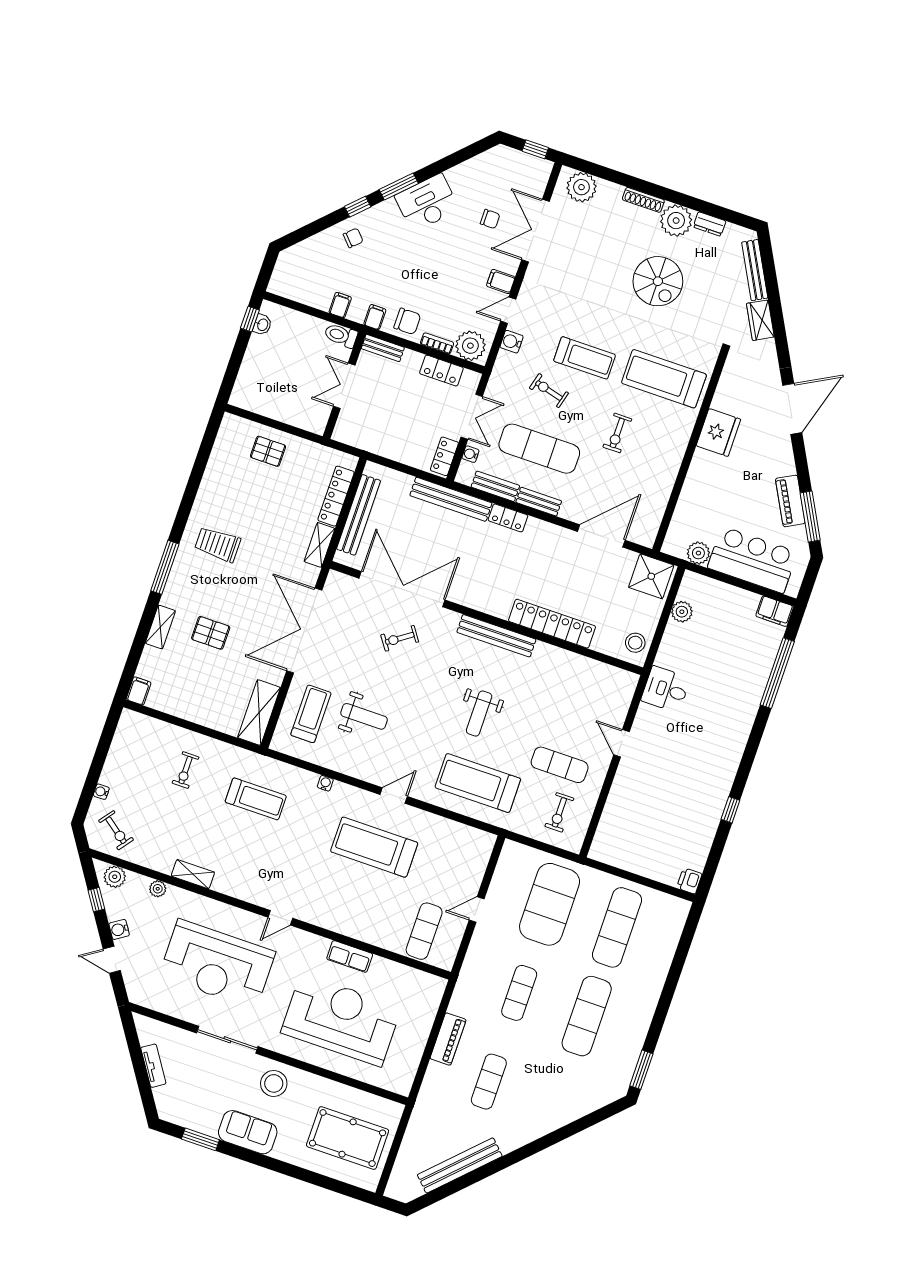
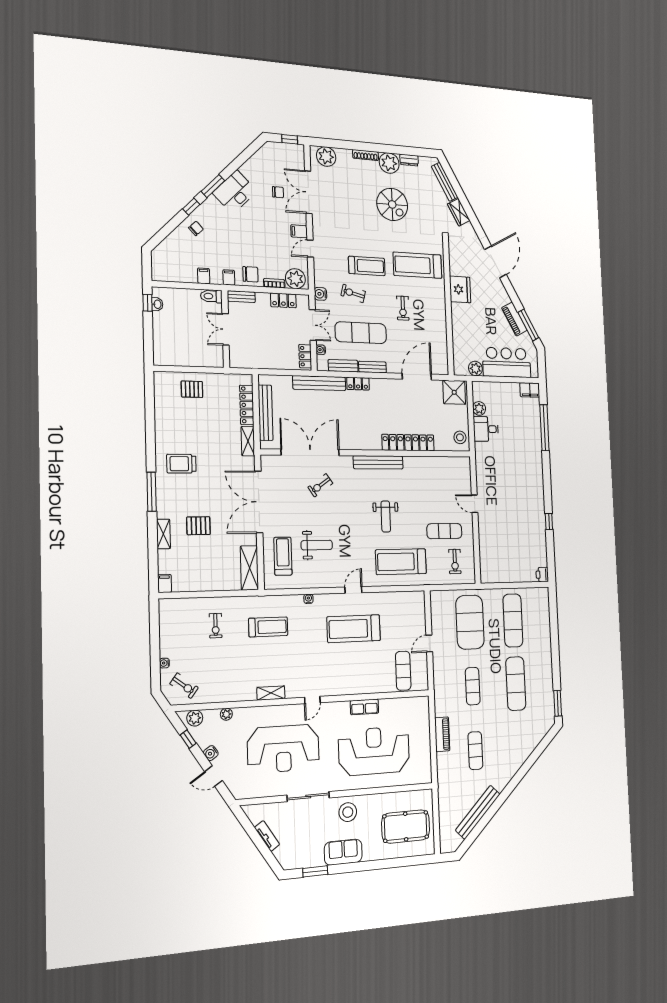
water cooler: (512, 342) -> (320, 294), moved
desk: (666, 689) -> (486, 429), moved
shelving: (193, 874) -> (271, 693), moved

